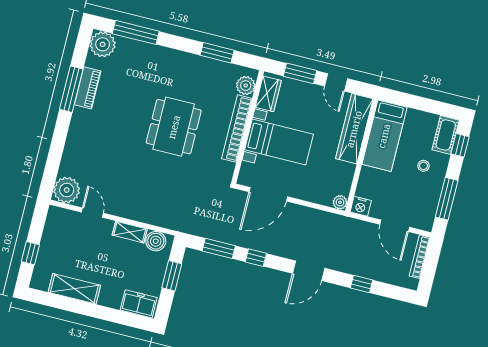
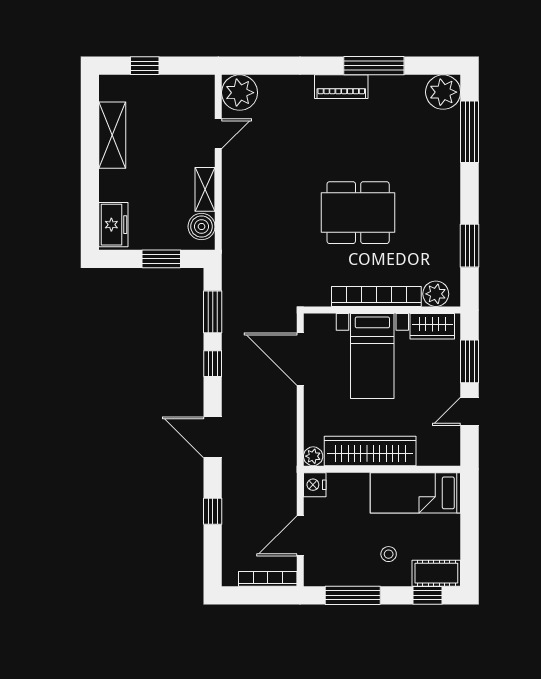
piano: (88, 88) -> (341, 87), moved
wardrobe: (354, 129) -> (370, 451), moved

